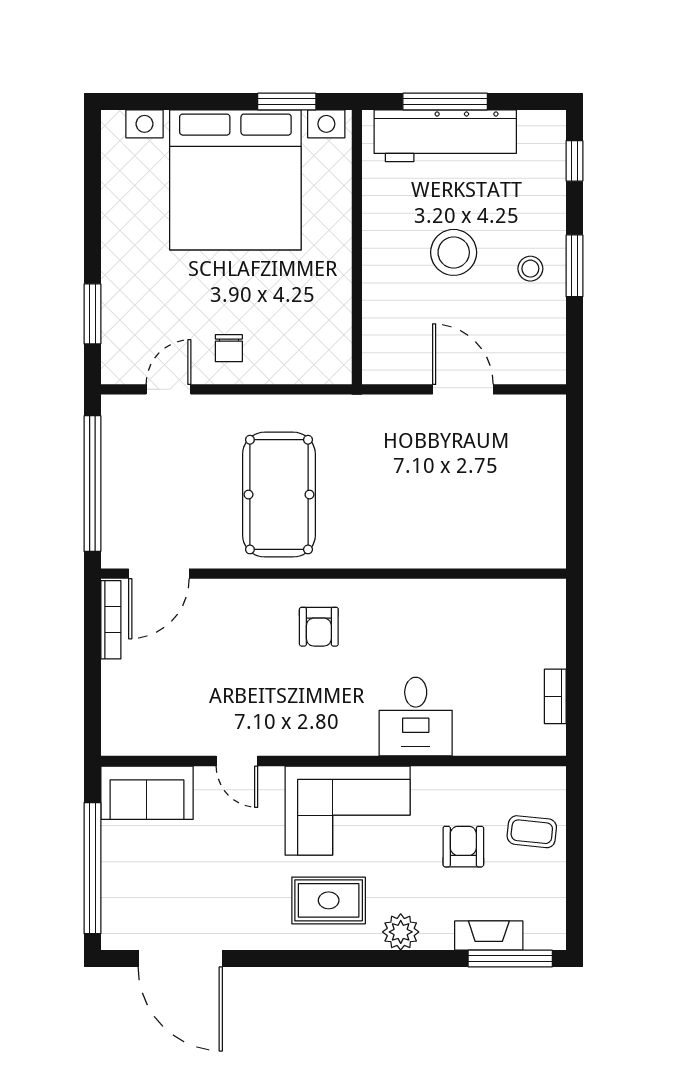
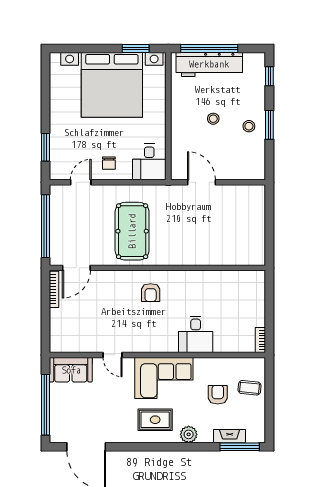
window: (445, 101) -> (209, 49), width x1.46
stool: (454, 252) -> (213, 119), width x0.53, depth x0.53
desk: (316, 346) -> (149, 162), added
door: (463, 389) -> (201, 182), moved
bookcase: (555, 696) -> (260, 340), moved

